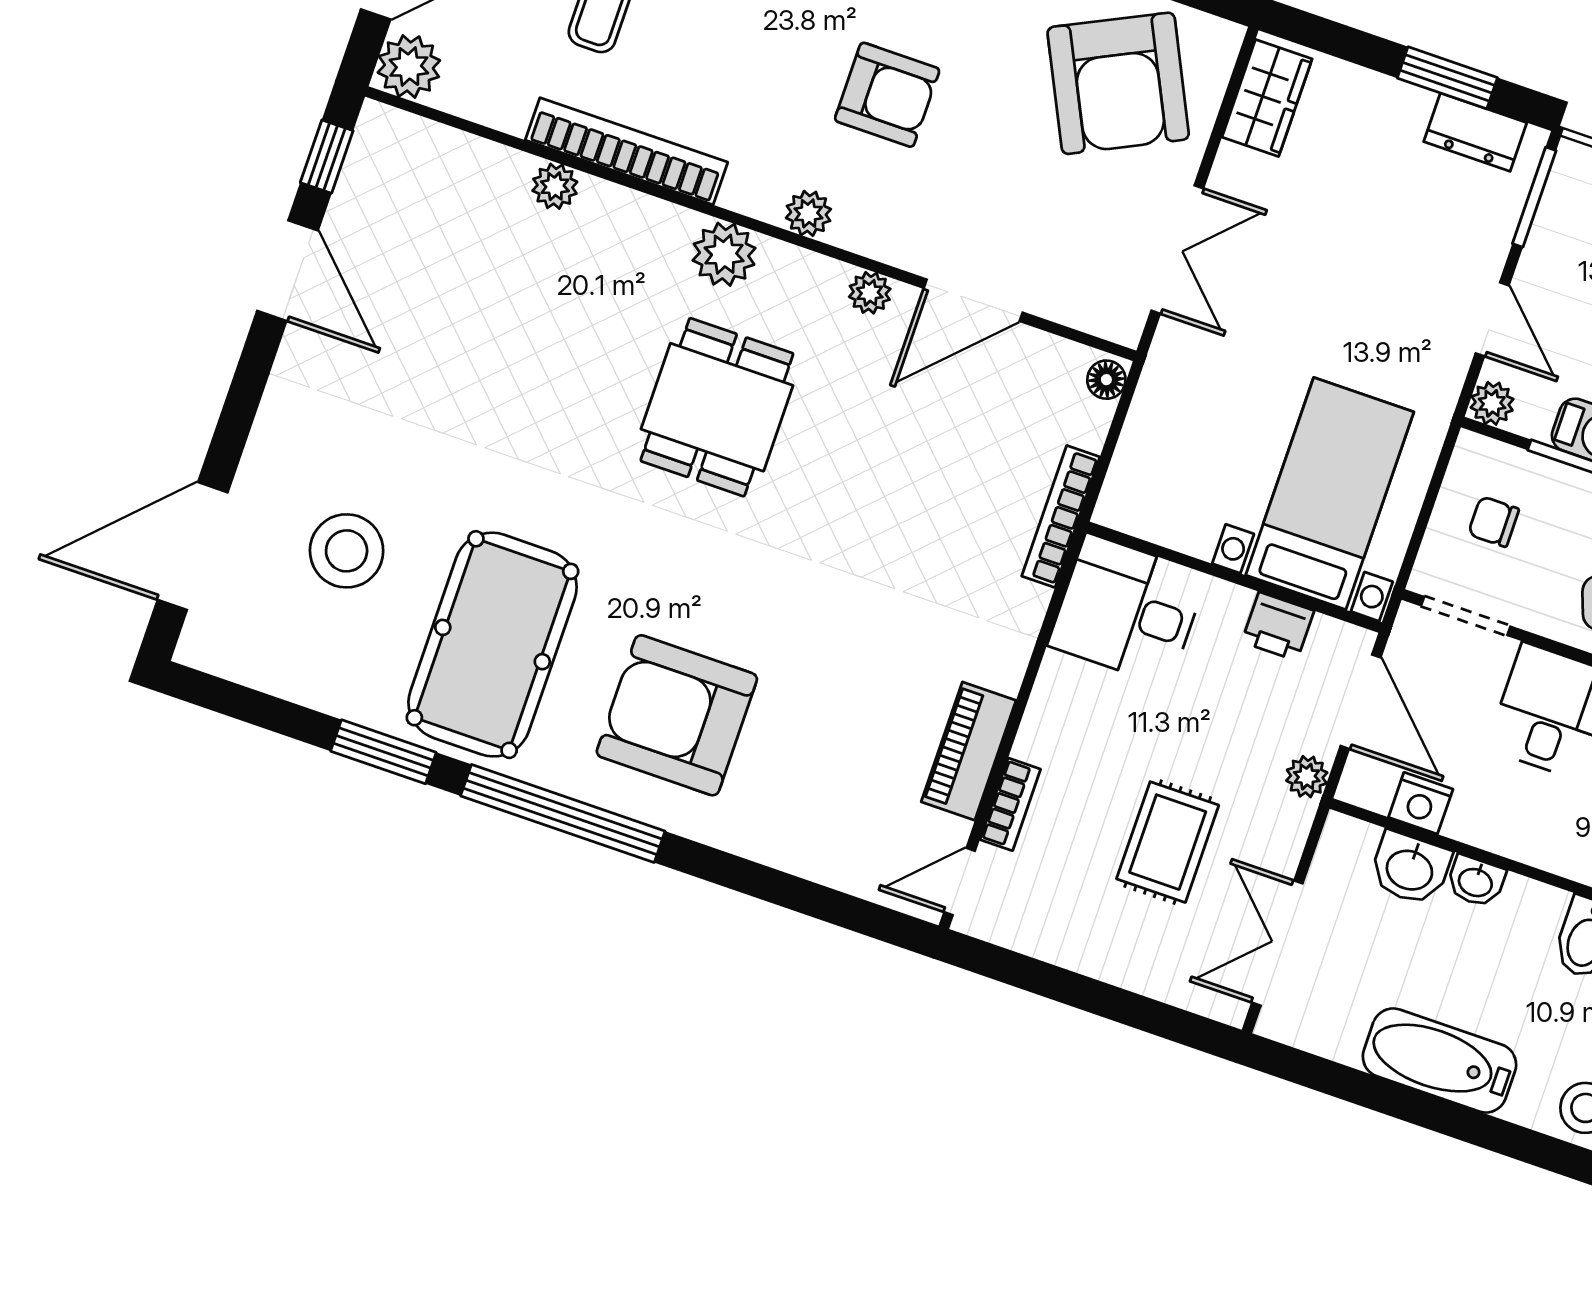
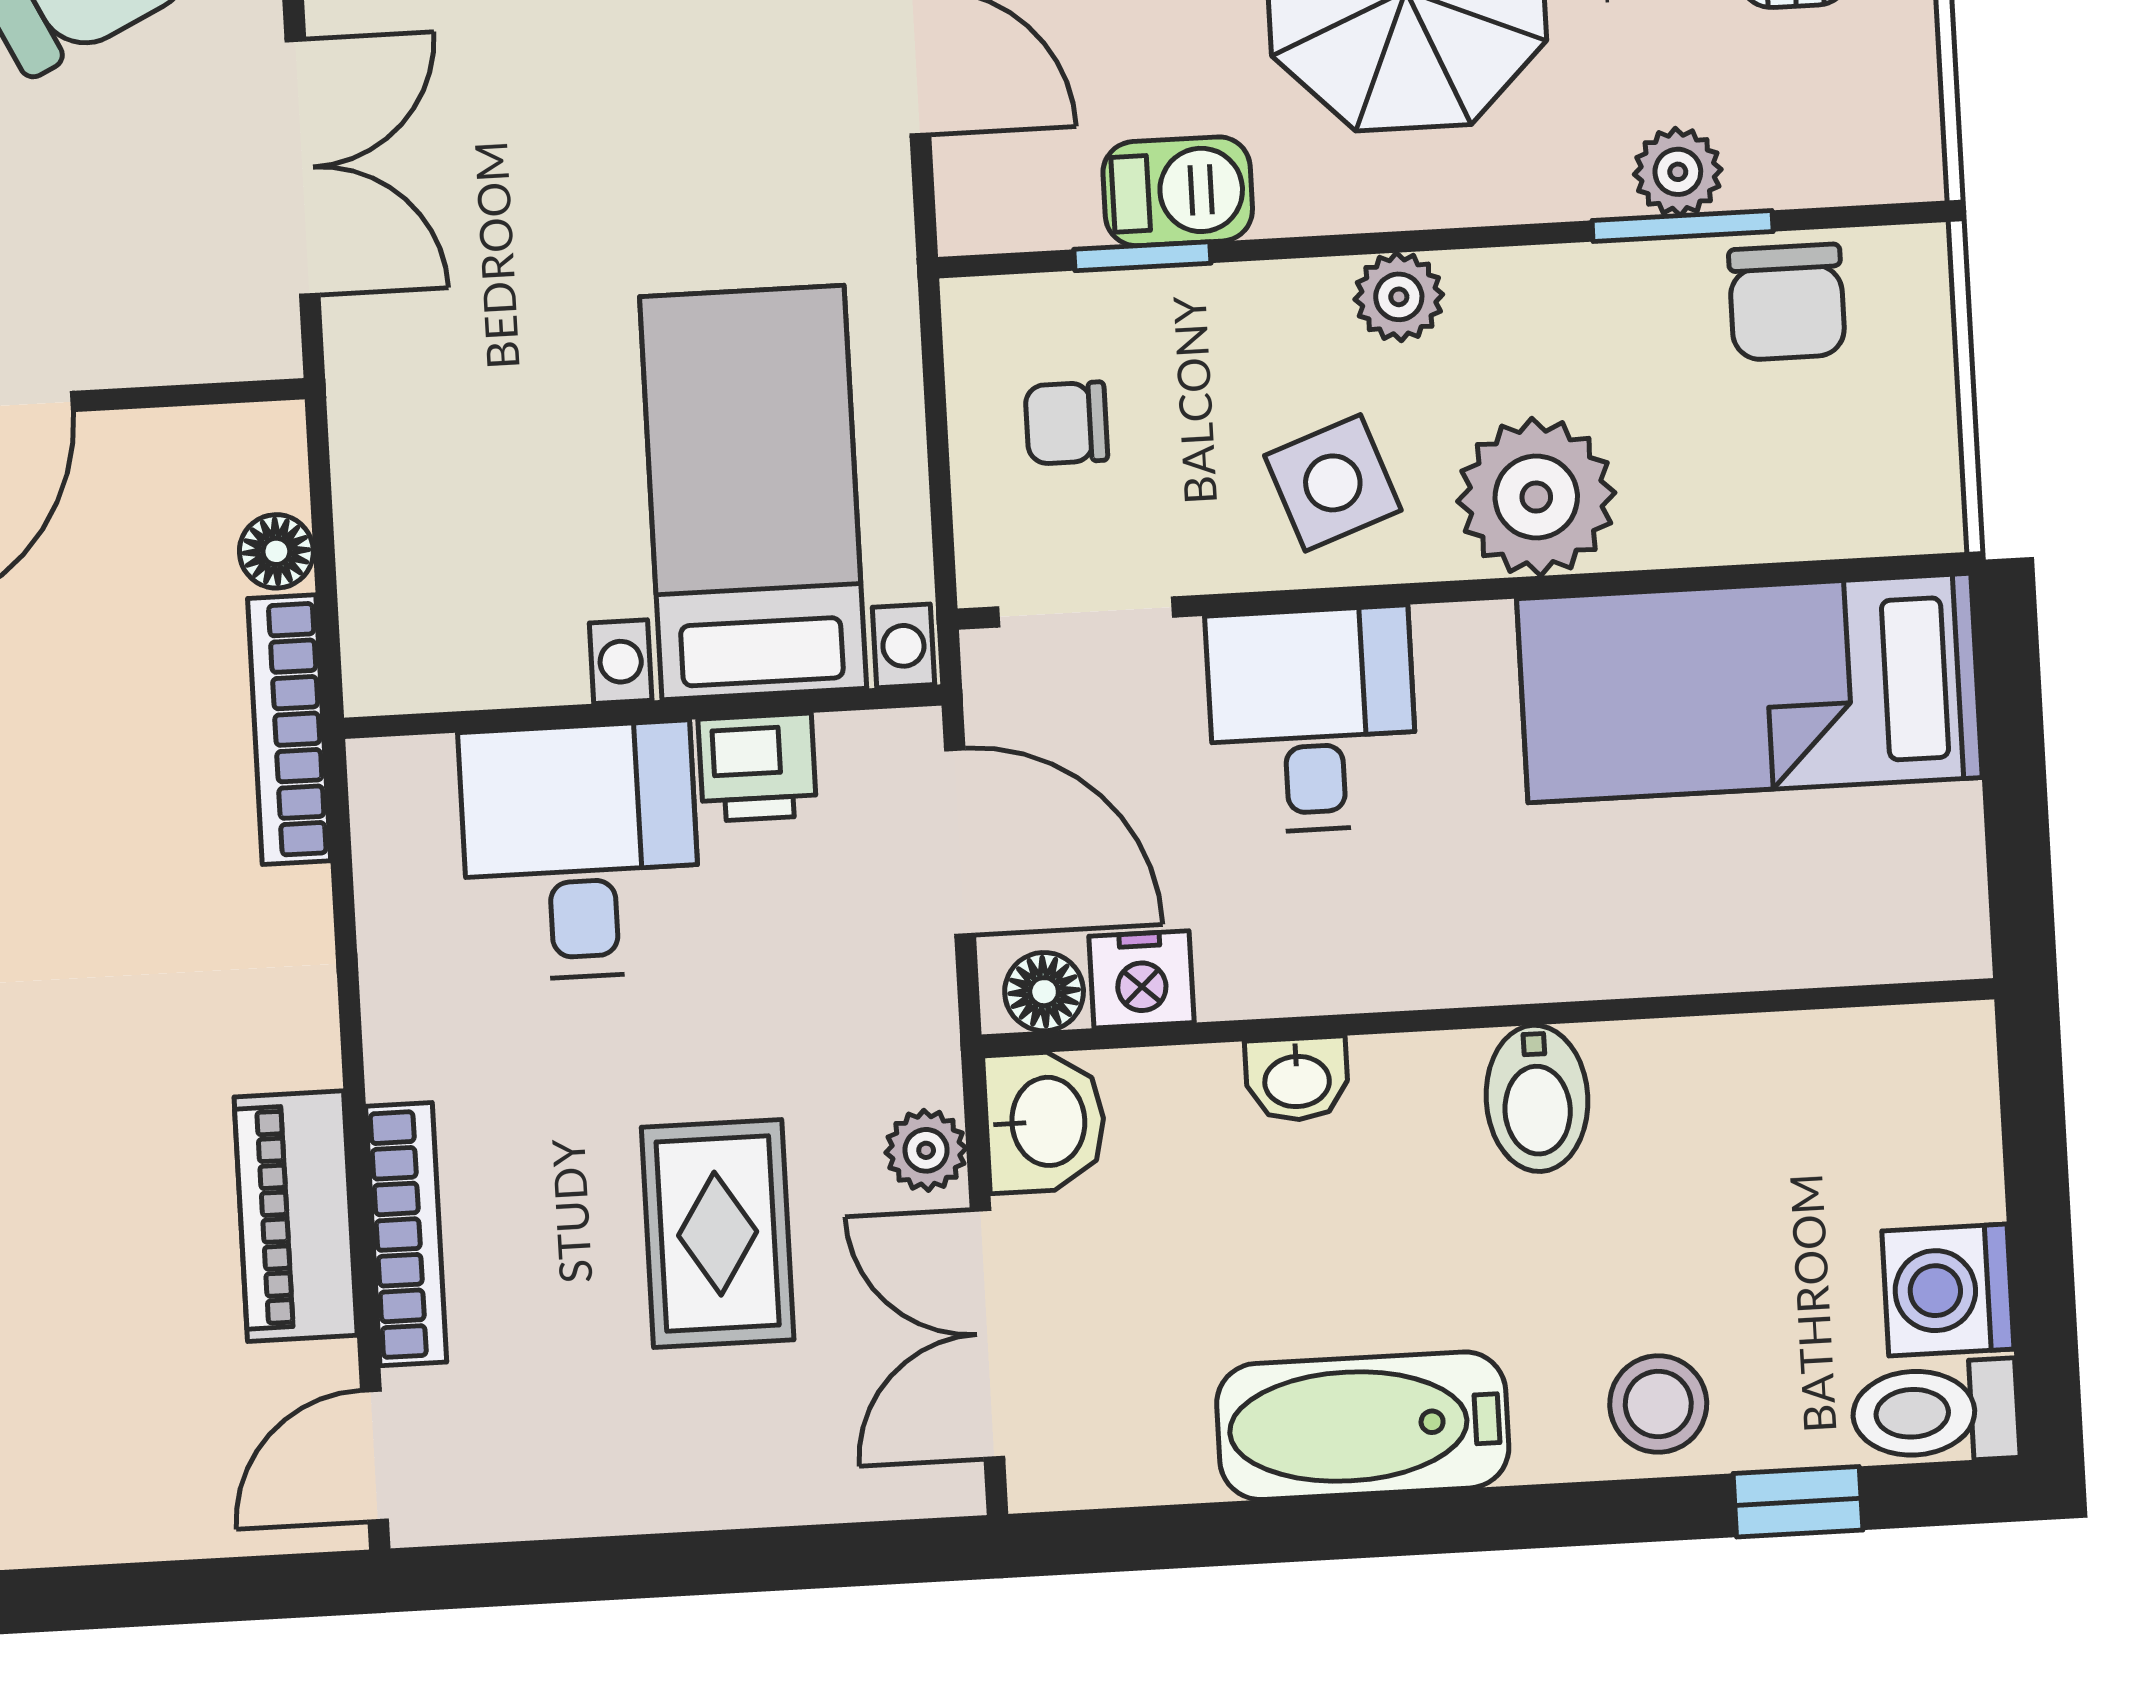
floor lamp: (1106, 380) -> (276, 551), moved
plant: (1492, 403) -> (977, 213), removed
desk: (1128, 610) -> (580, 851), moved, turned 90
plant: (1307, 777) -> (926, 1150), moved
floor lamp: (1372, 790) -> (1044, 992), added
bookcase: (1010, 804) -> (406, 1234), width x1.56
washbasin: (1410, 868) -> (1045, 1122), moved, turned -90

